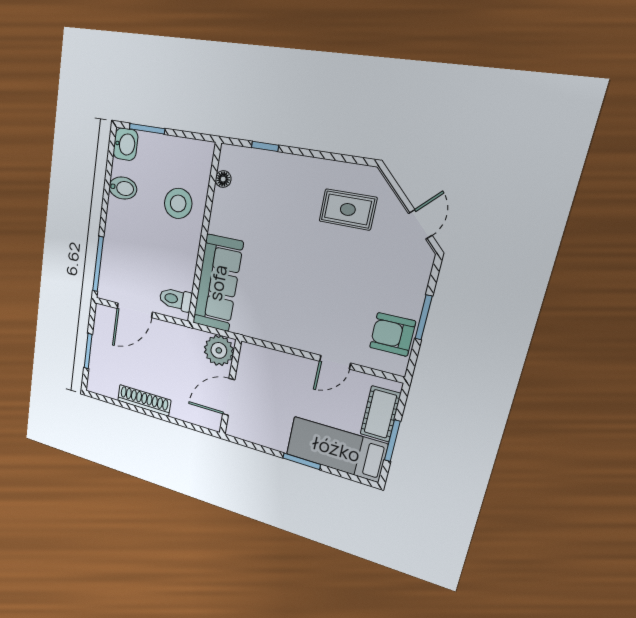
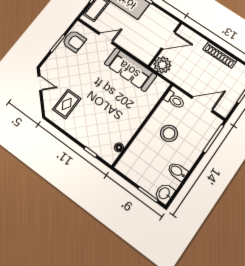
stool: (178, 203) -> (169, 133), moved
rug: (348, 209) -> (67, 104), turned 90
door: (420, 224) -> (40, 83), swing flipped
sofa: (218, 283) -> (130, 69), moved, turned -90

